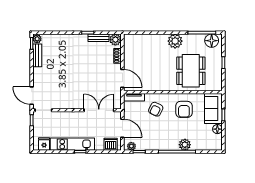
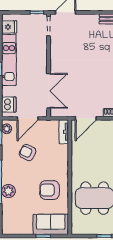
armchair: (156, 109) -> (28, 153), moved
floor lamp: (217, 129) -> (27, 229), removed

